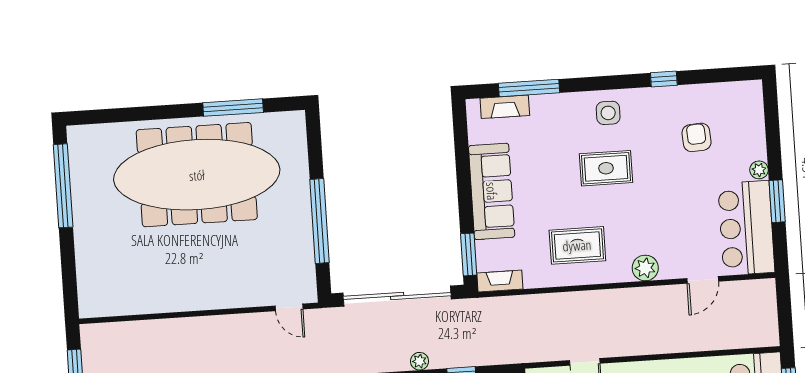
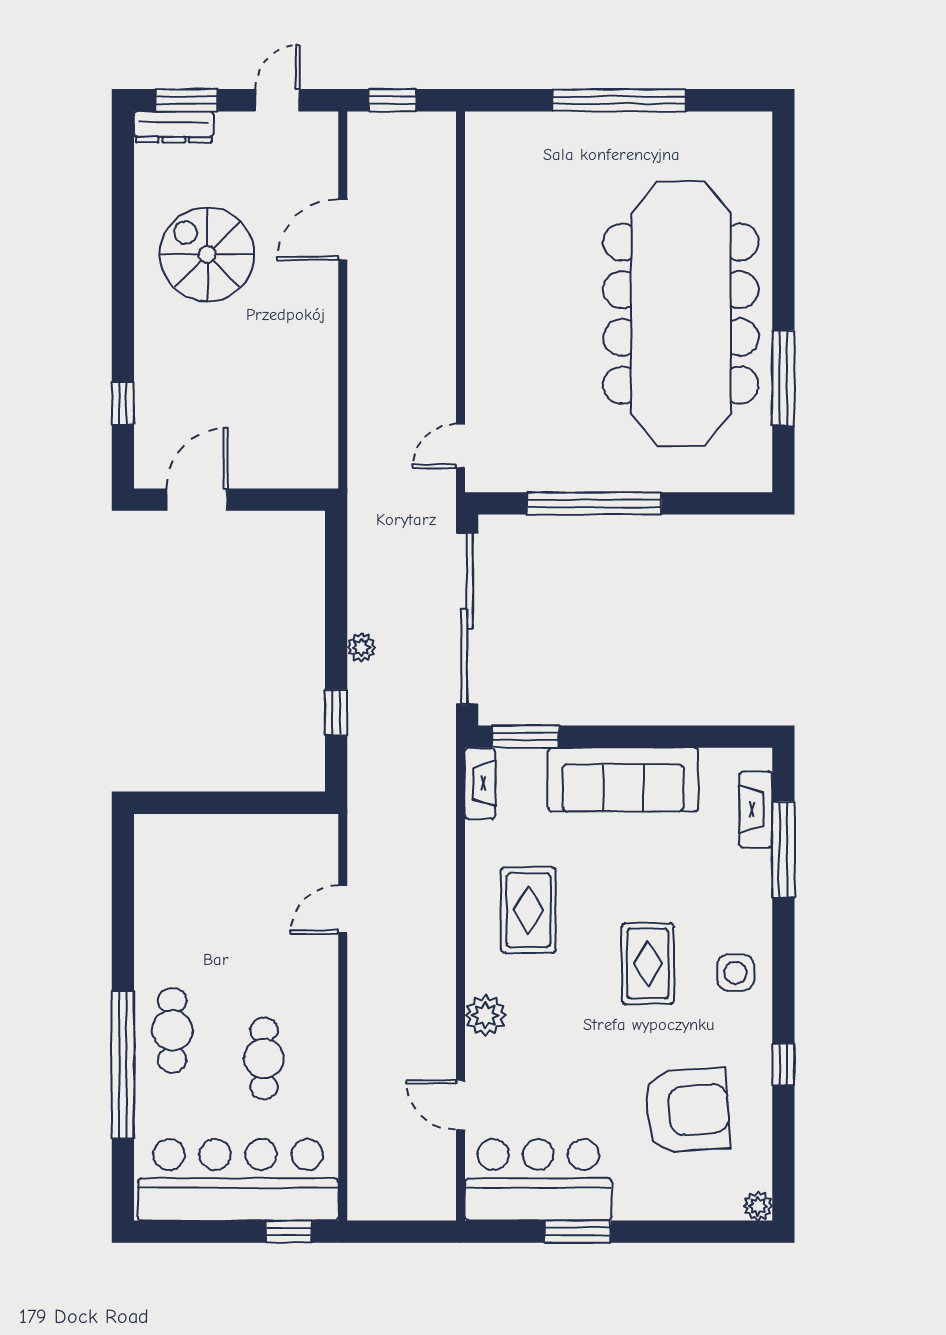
armchair: (697, 137) -> (687, 1110), width x1.88, depth x1.88
plant: (759, 170) -> (758, 1206), moved
window: (63, 186) -> (619, 100), moved

